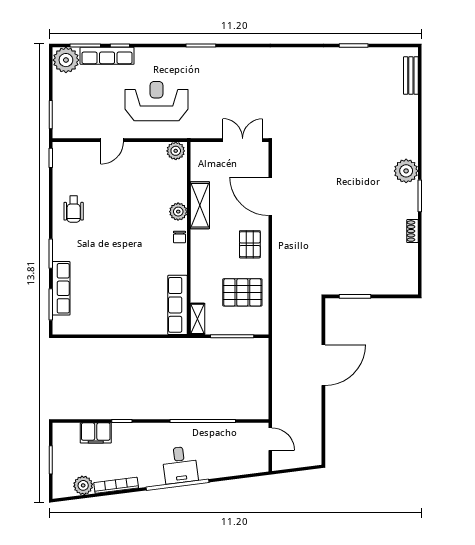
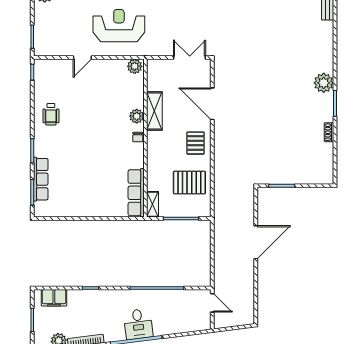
filing cabinet: (96, 433) -> (54, 298), moved

